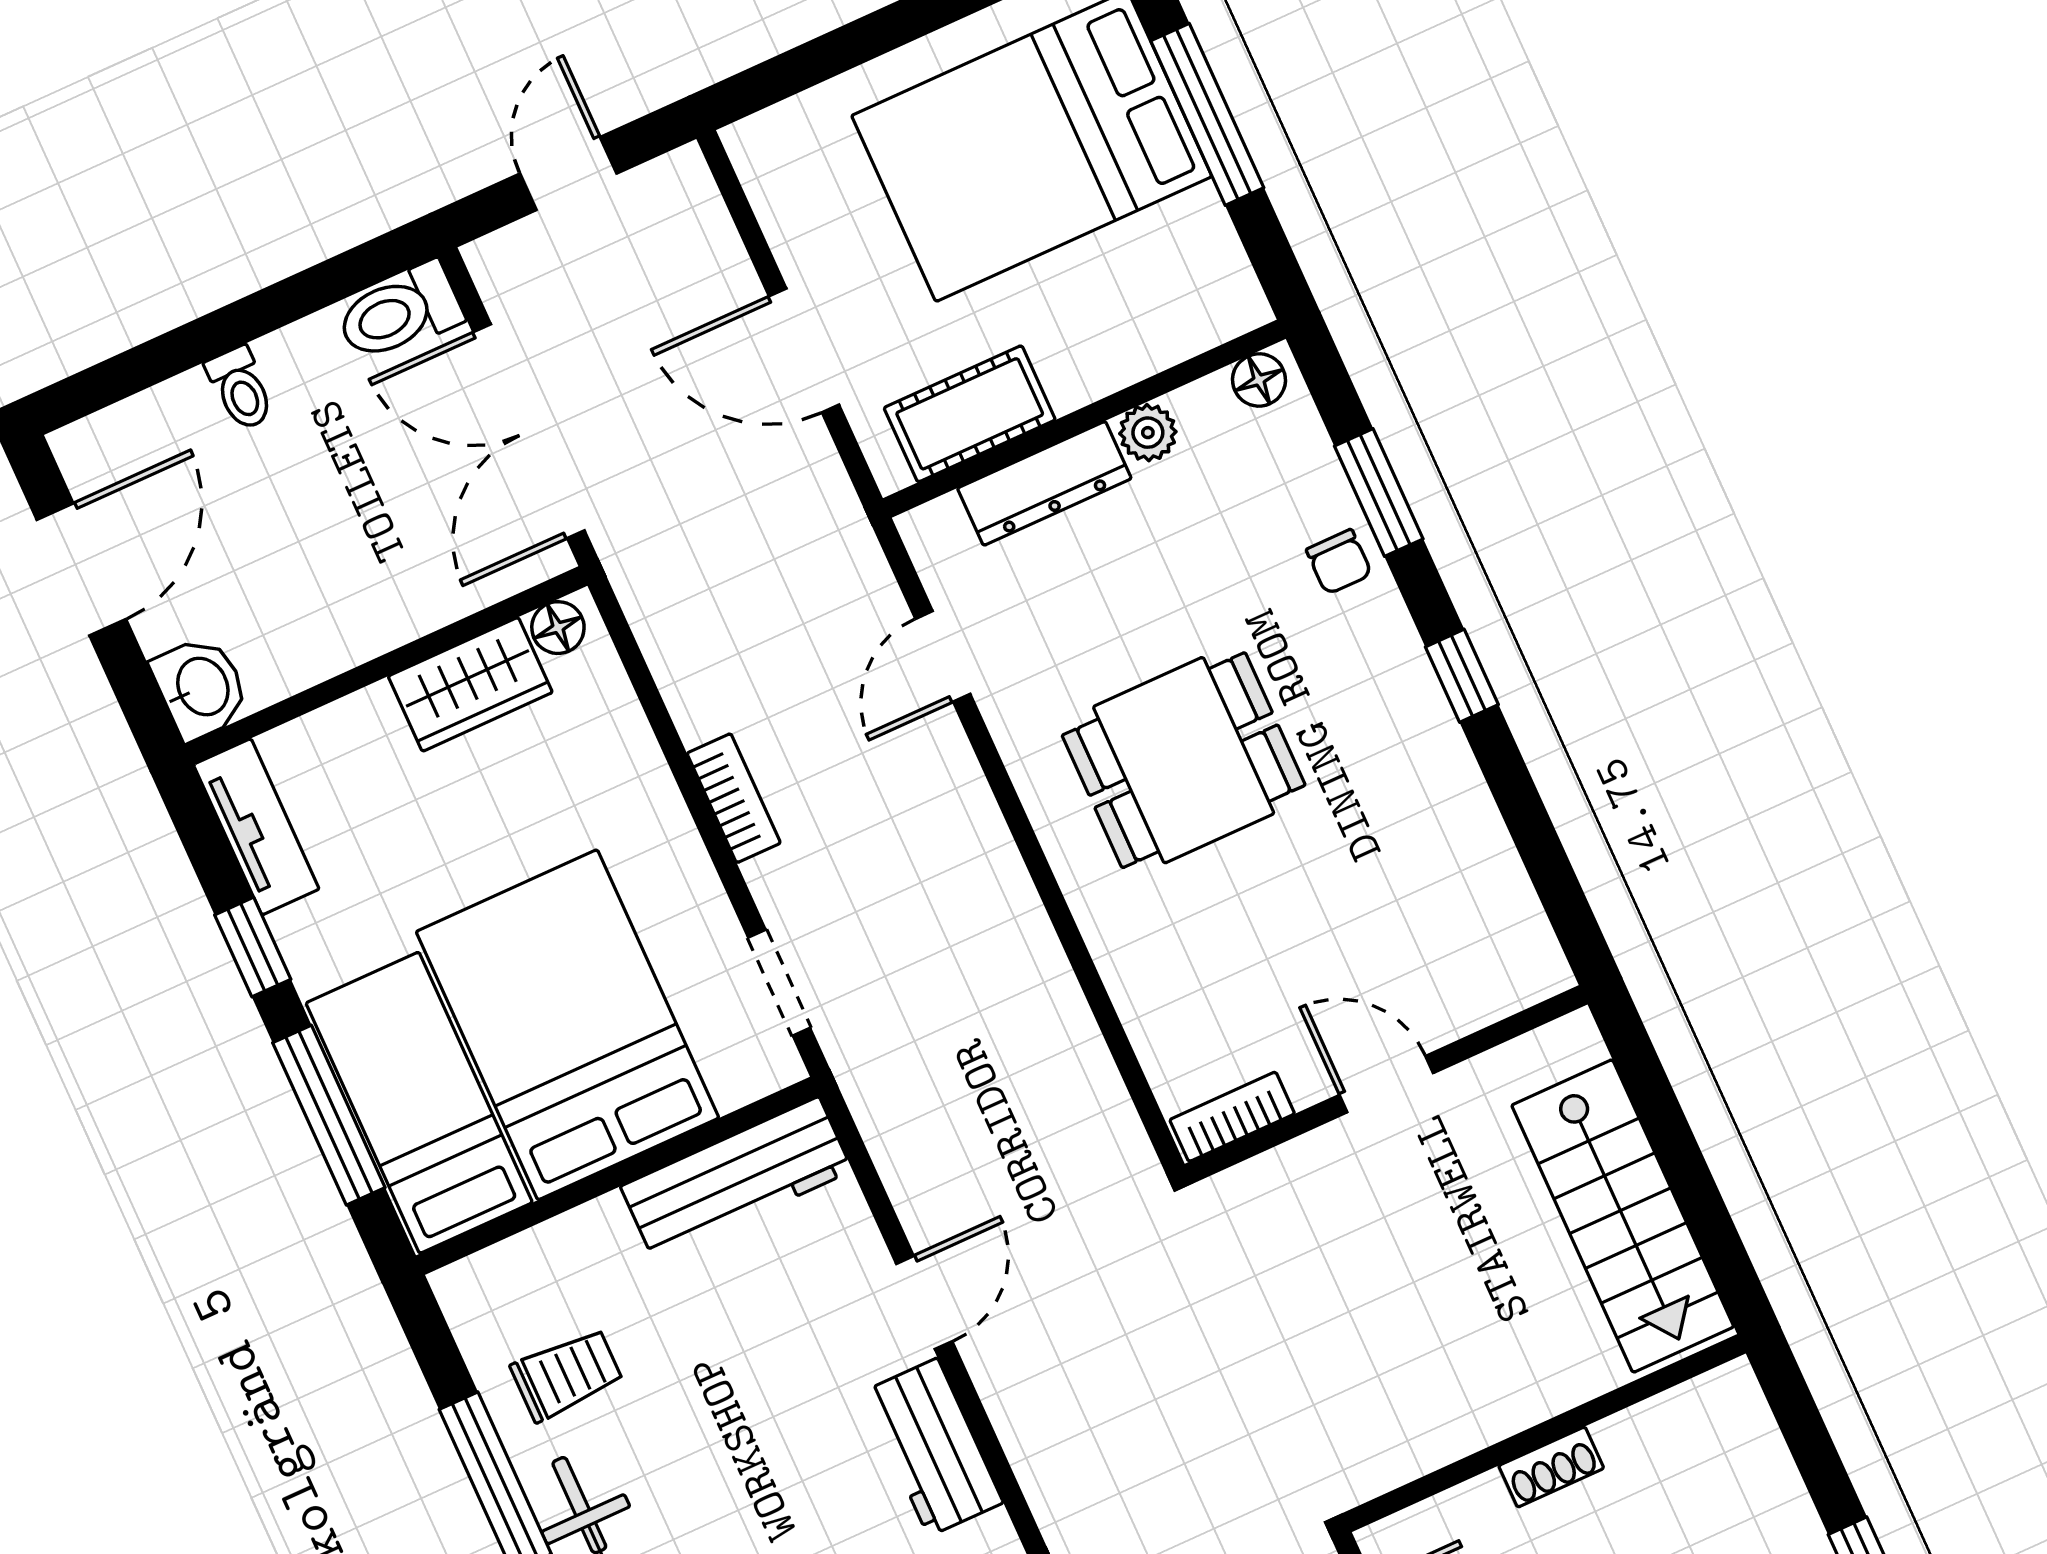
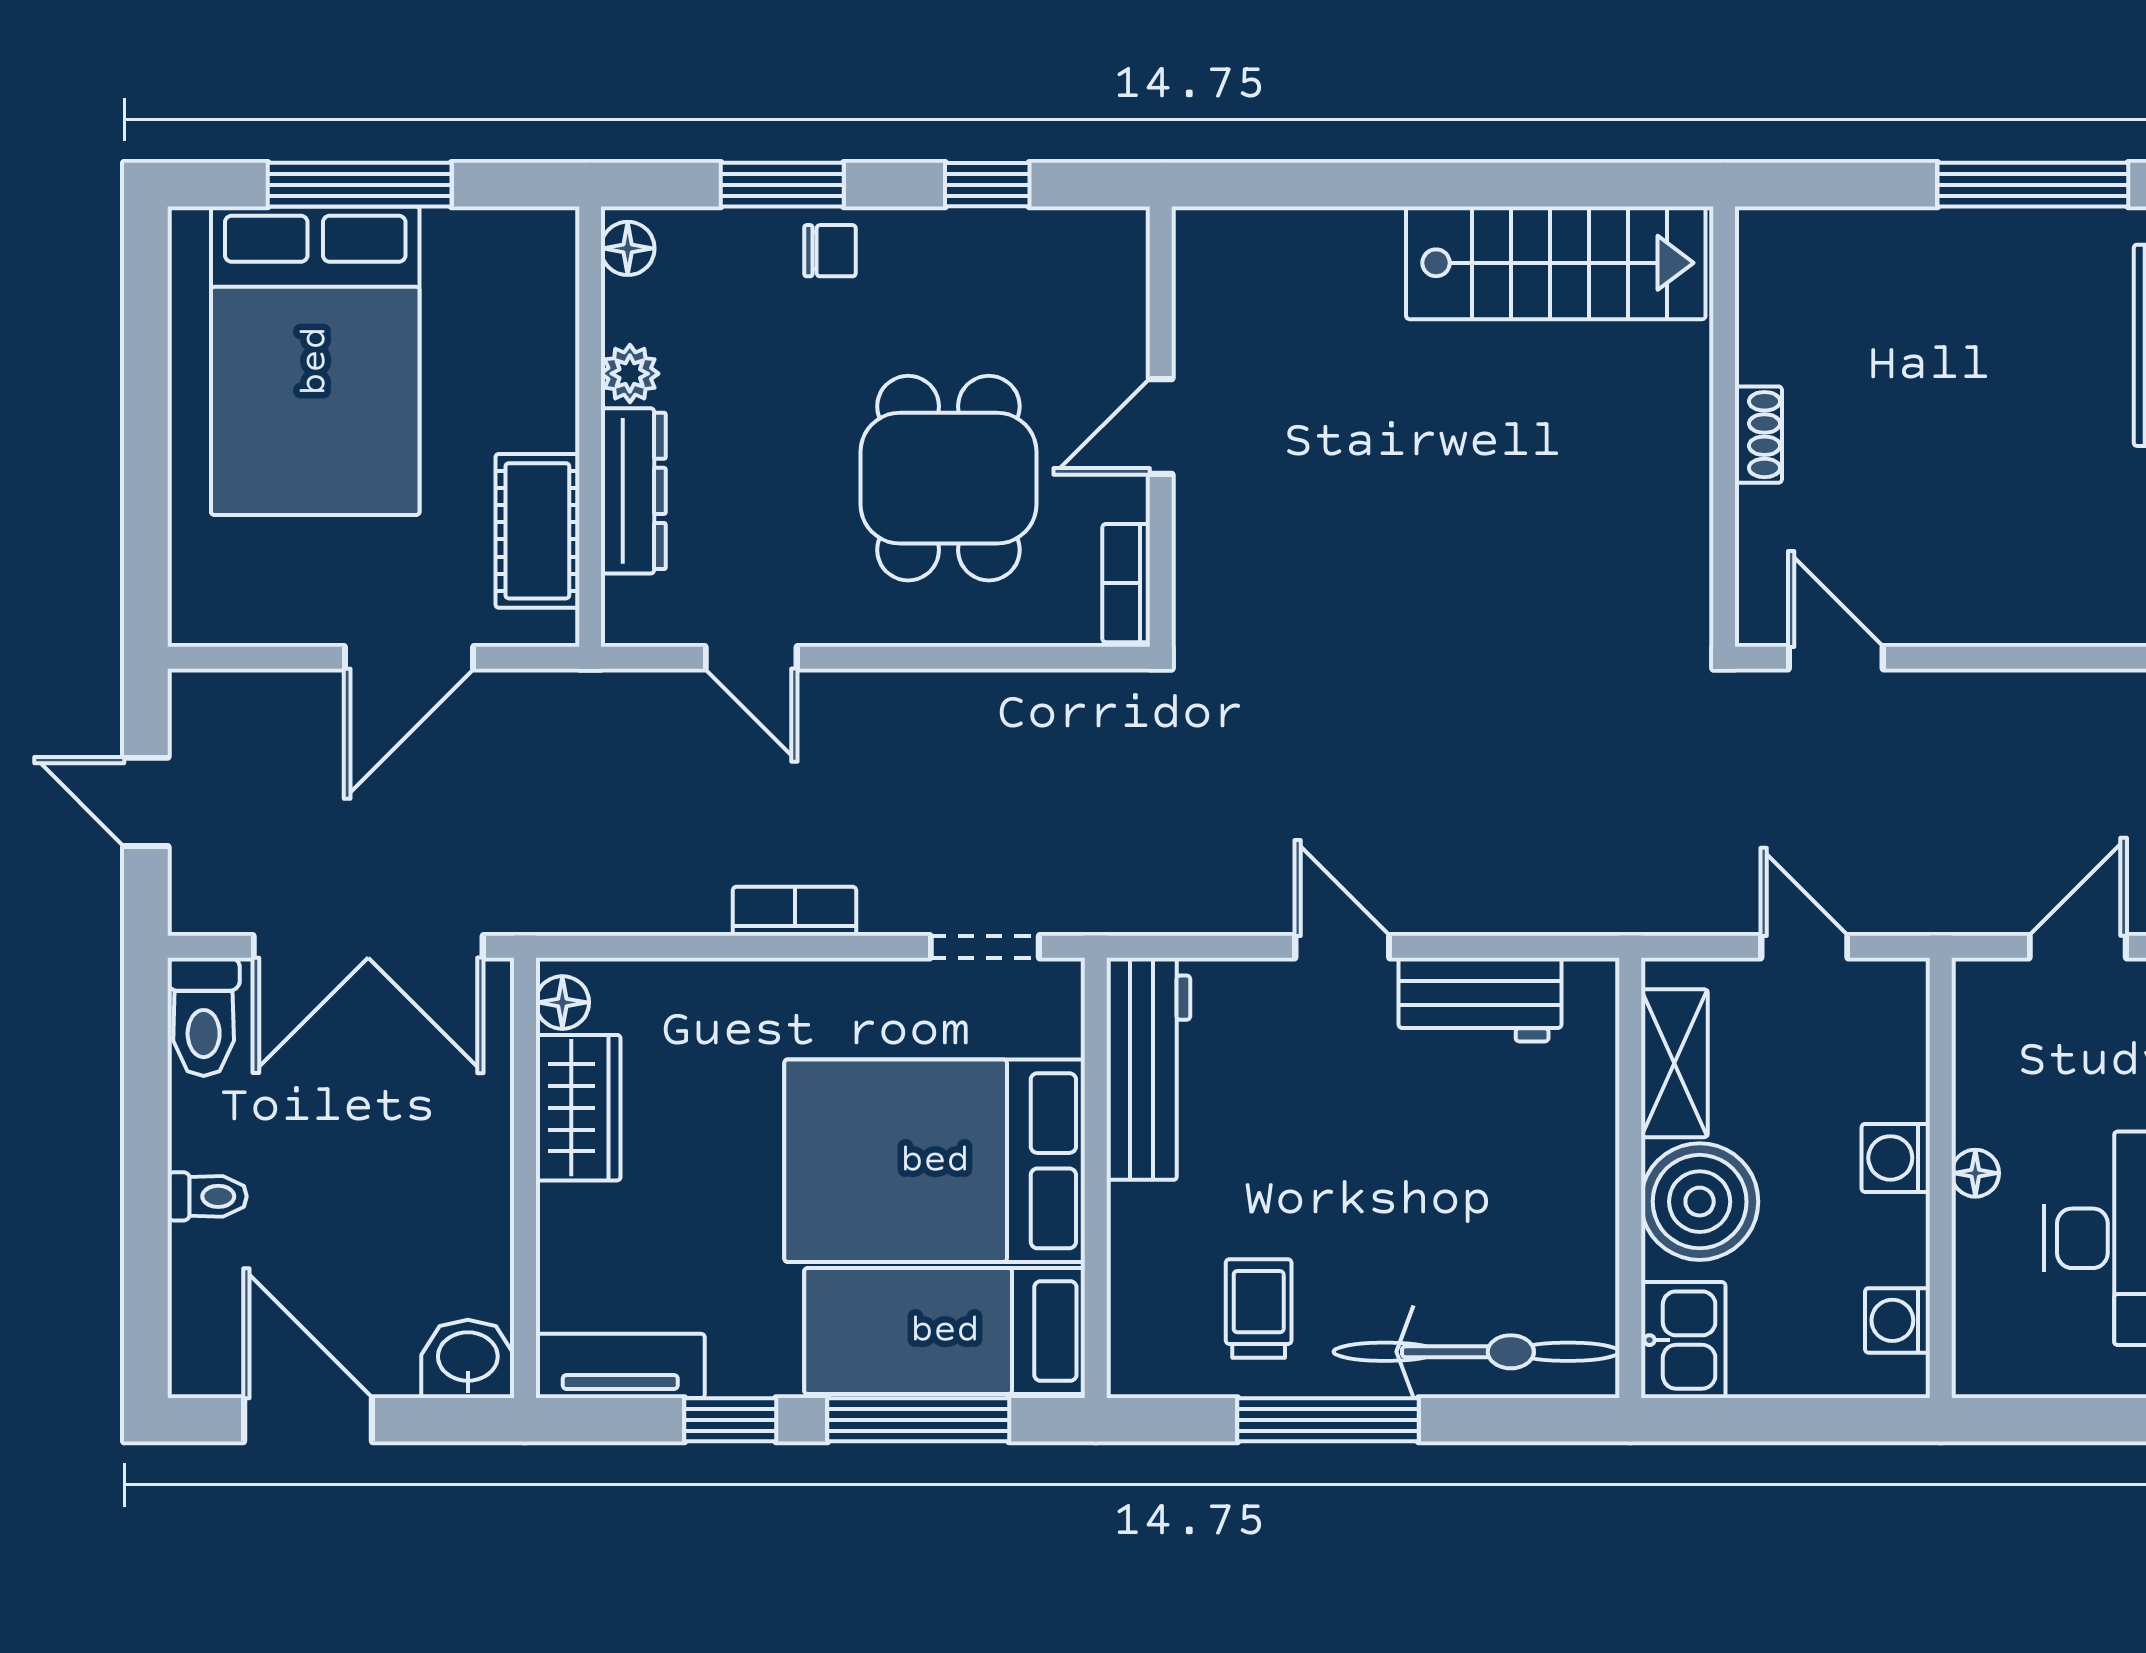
door: (1386, 1084) -> (1161, 426), moved
wall: (1386, 1084) -> (1161, 427), moved
bookcase: (1232, 1117) -> (1126, 583), moved

